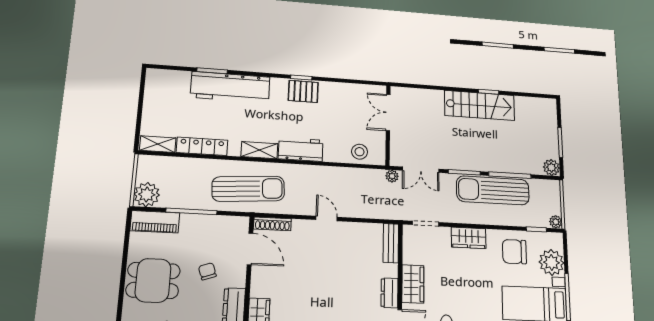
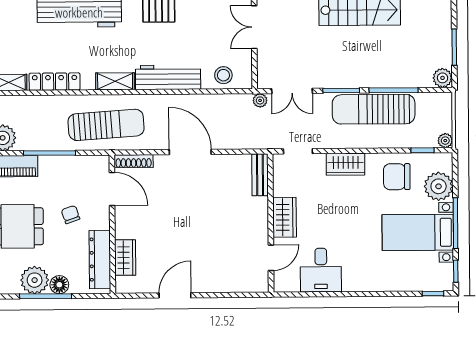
workbench: (301, 149) -> (168, 77), width x1.37
door: (327, 218) -> (190, 152), width x1.87
dresser: (390, 293) -> (260, 228), removed

